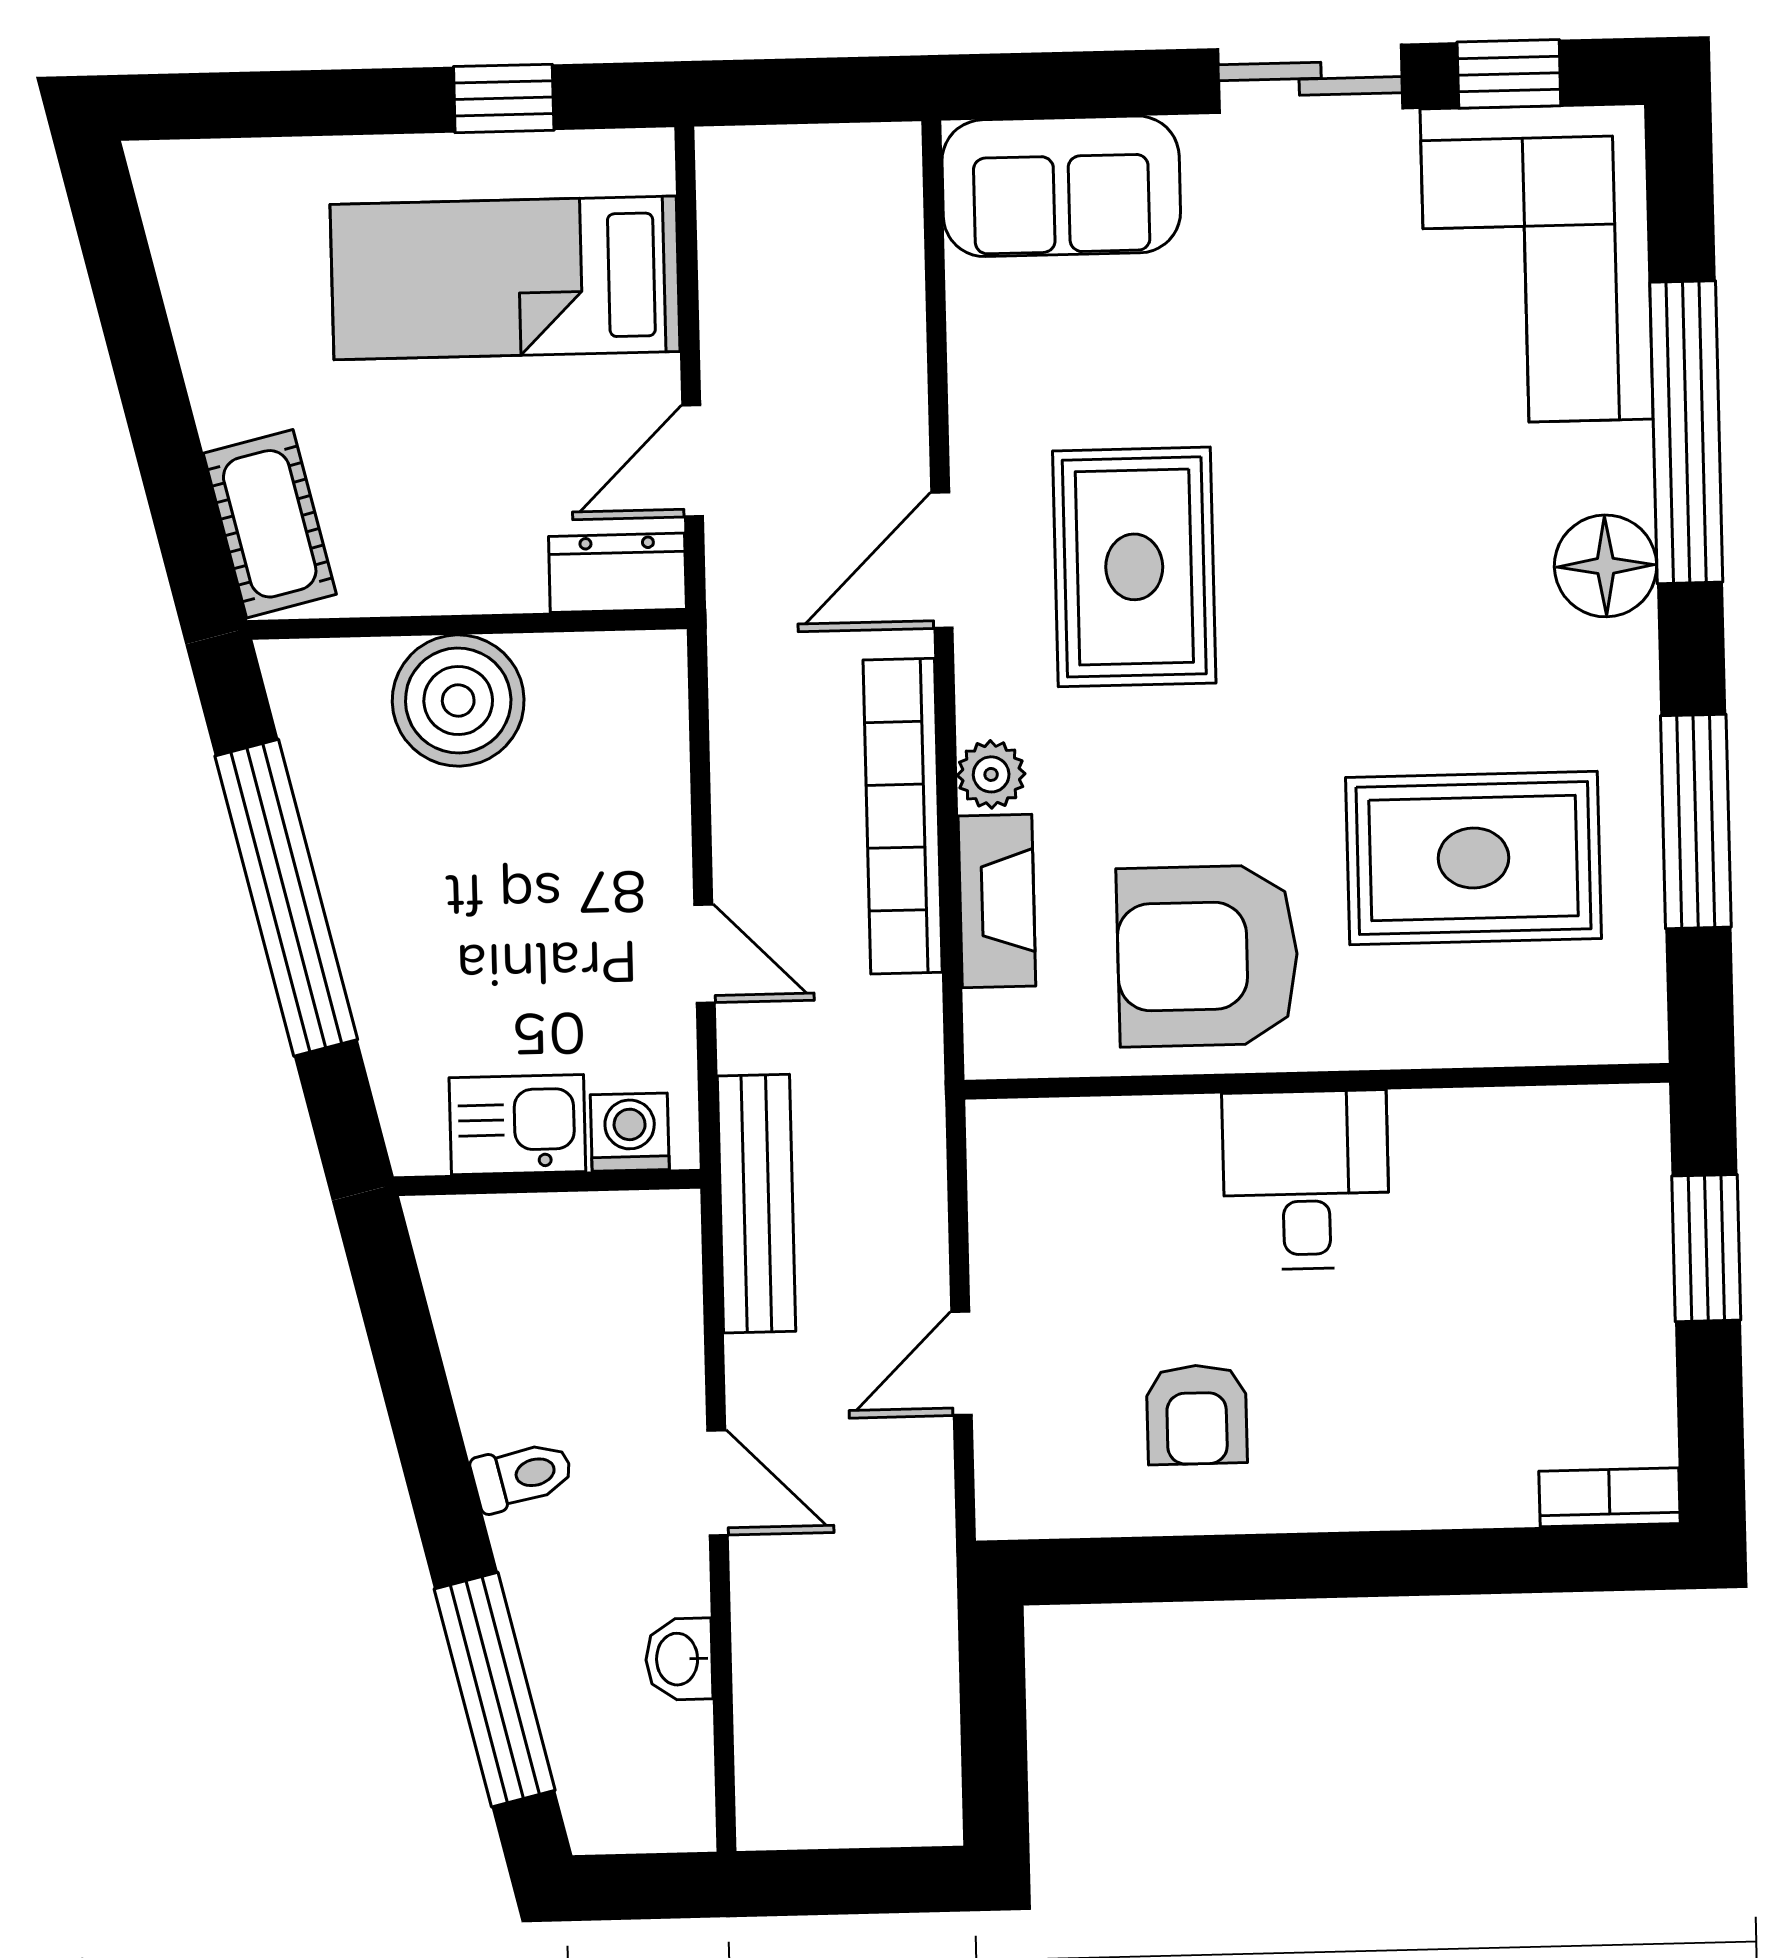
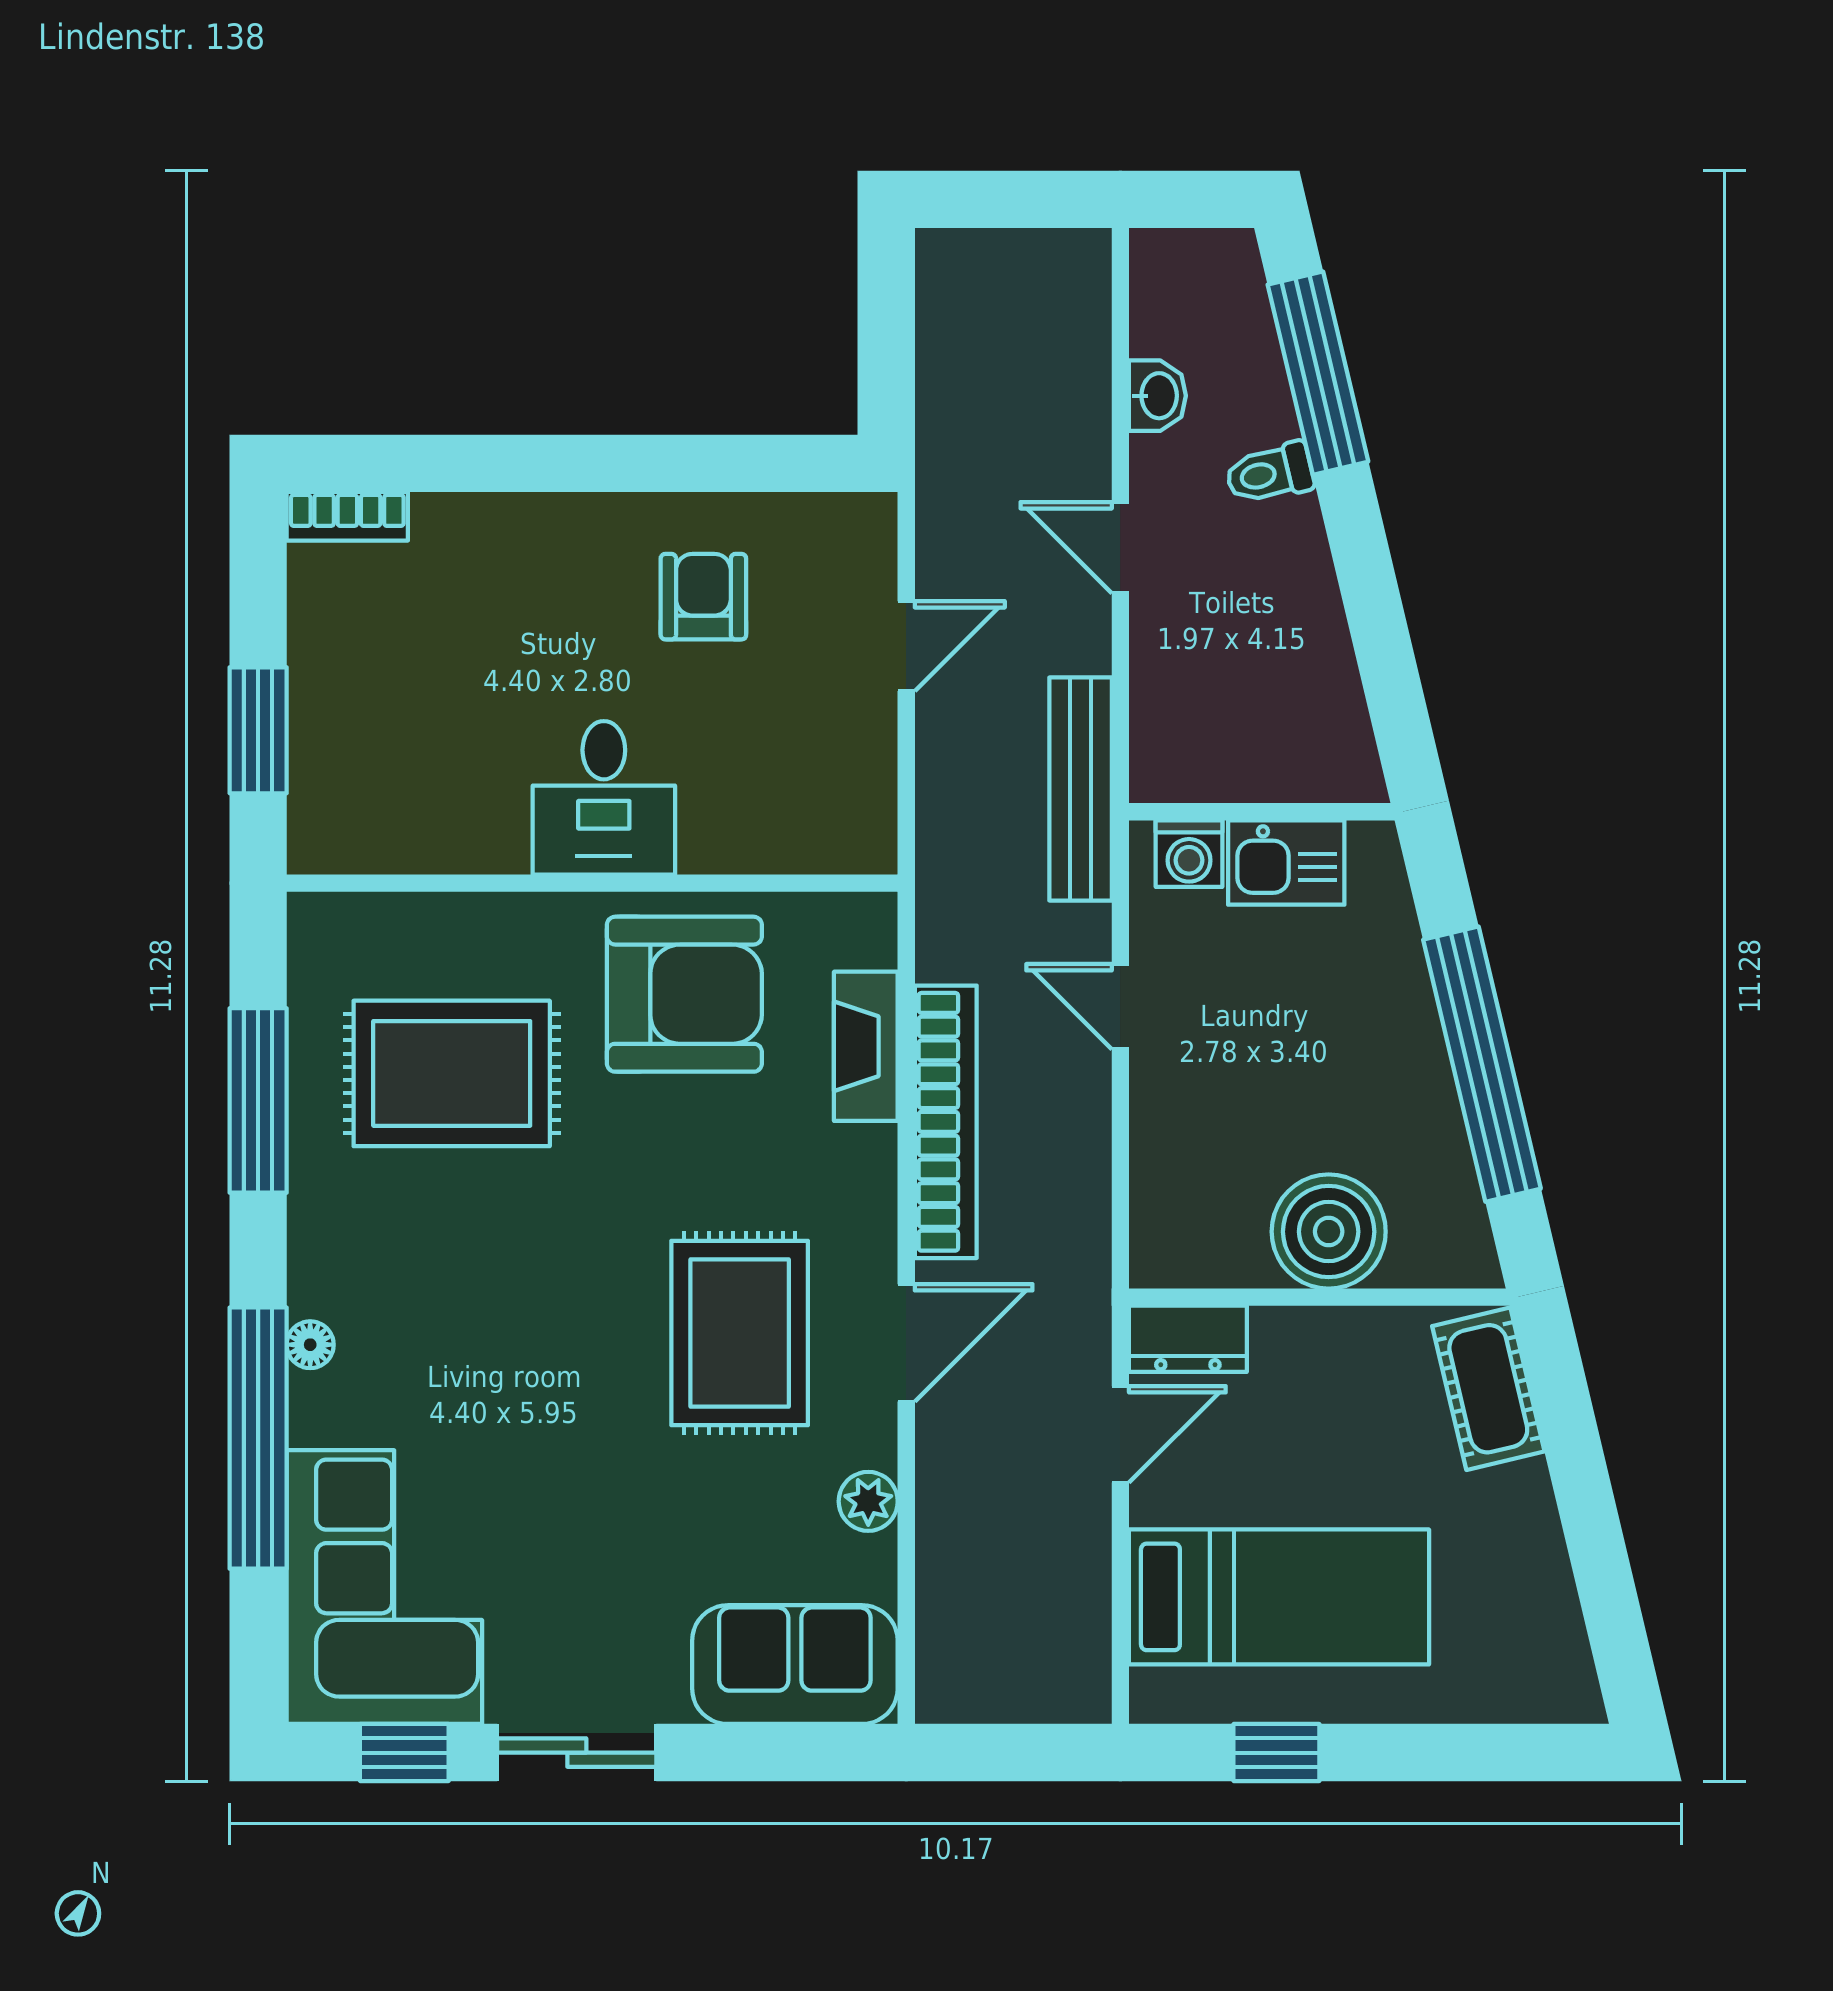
floor lamp: (1606, 566) -> (310, 1345), width x0.53, depth x0.53
plant: (991, 774) -> (868, 1501), moved
toilet: (522, 1476) -> (1270, 473), moved

